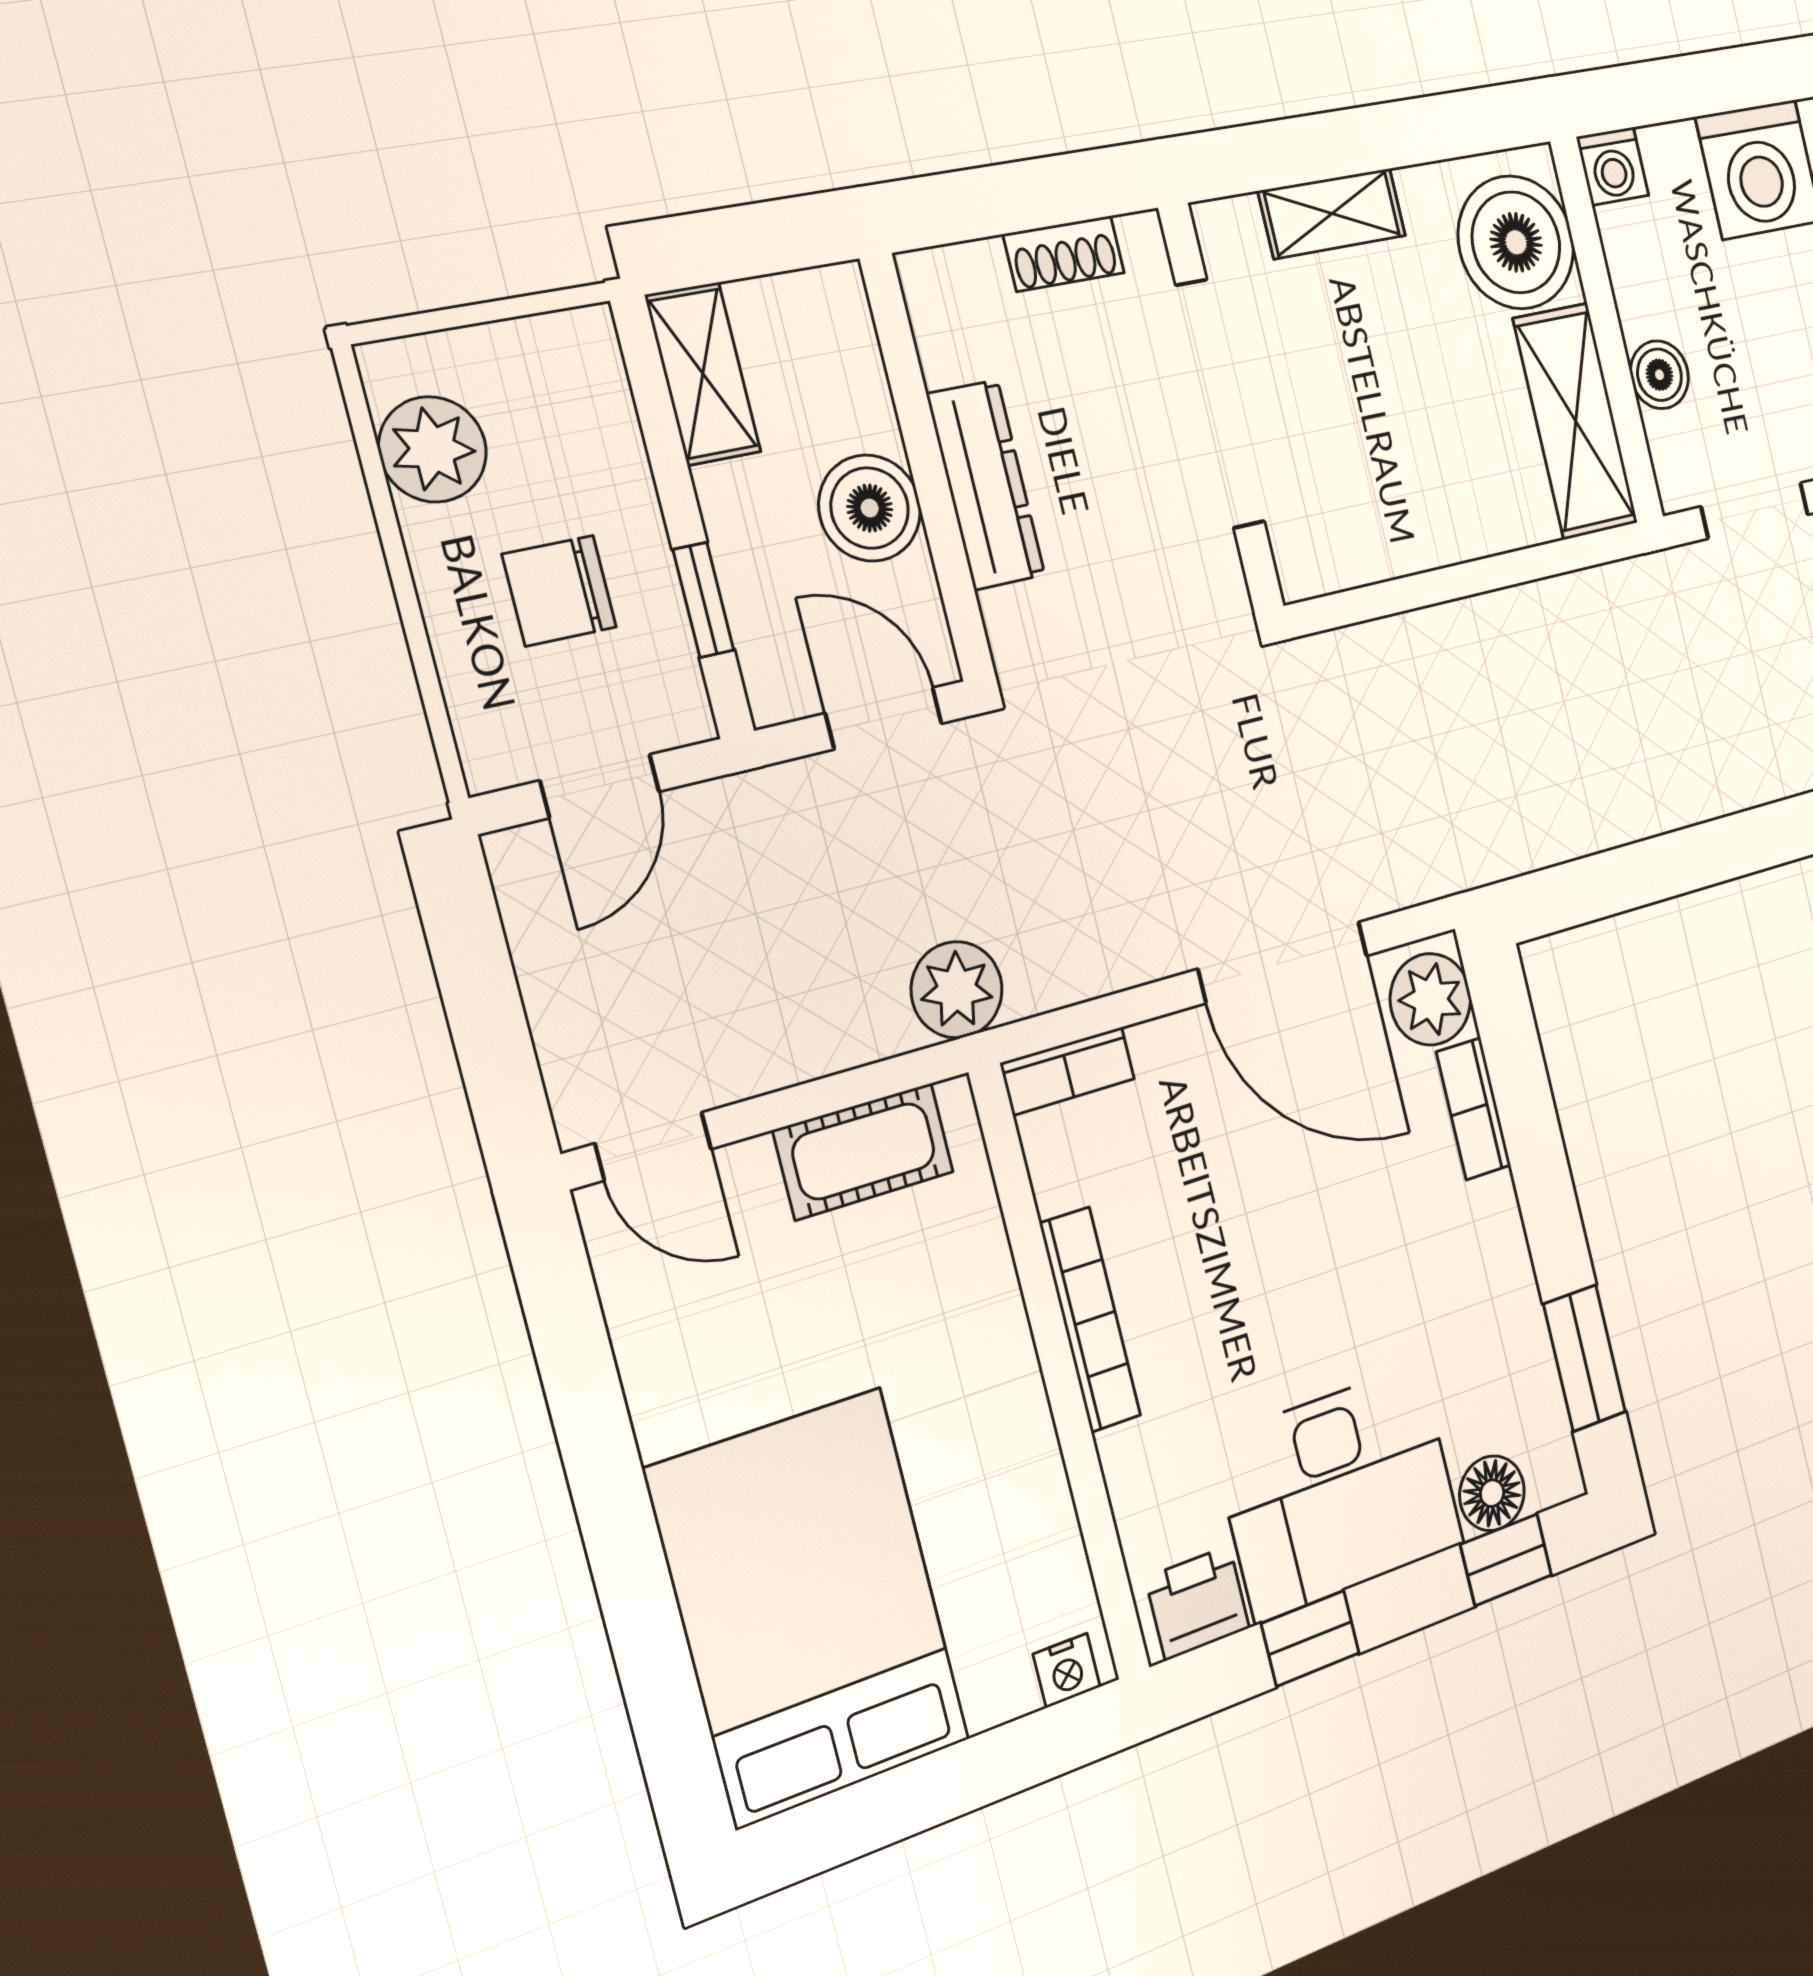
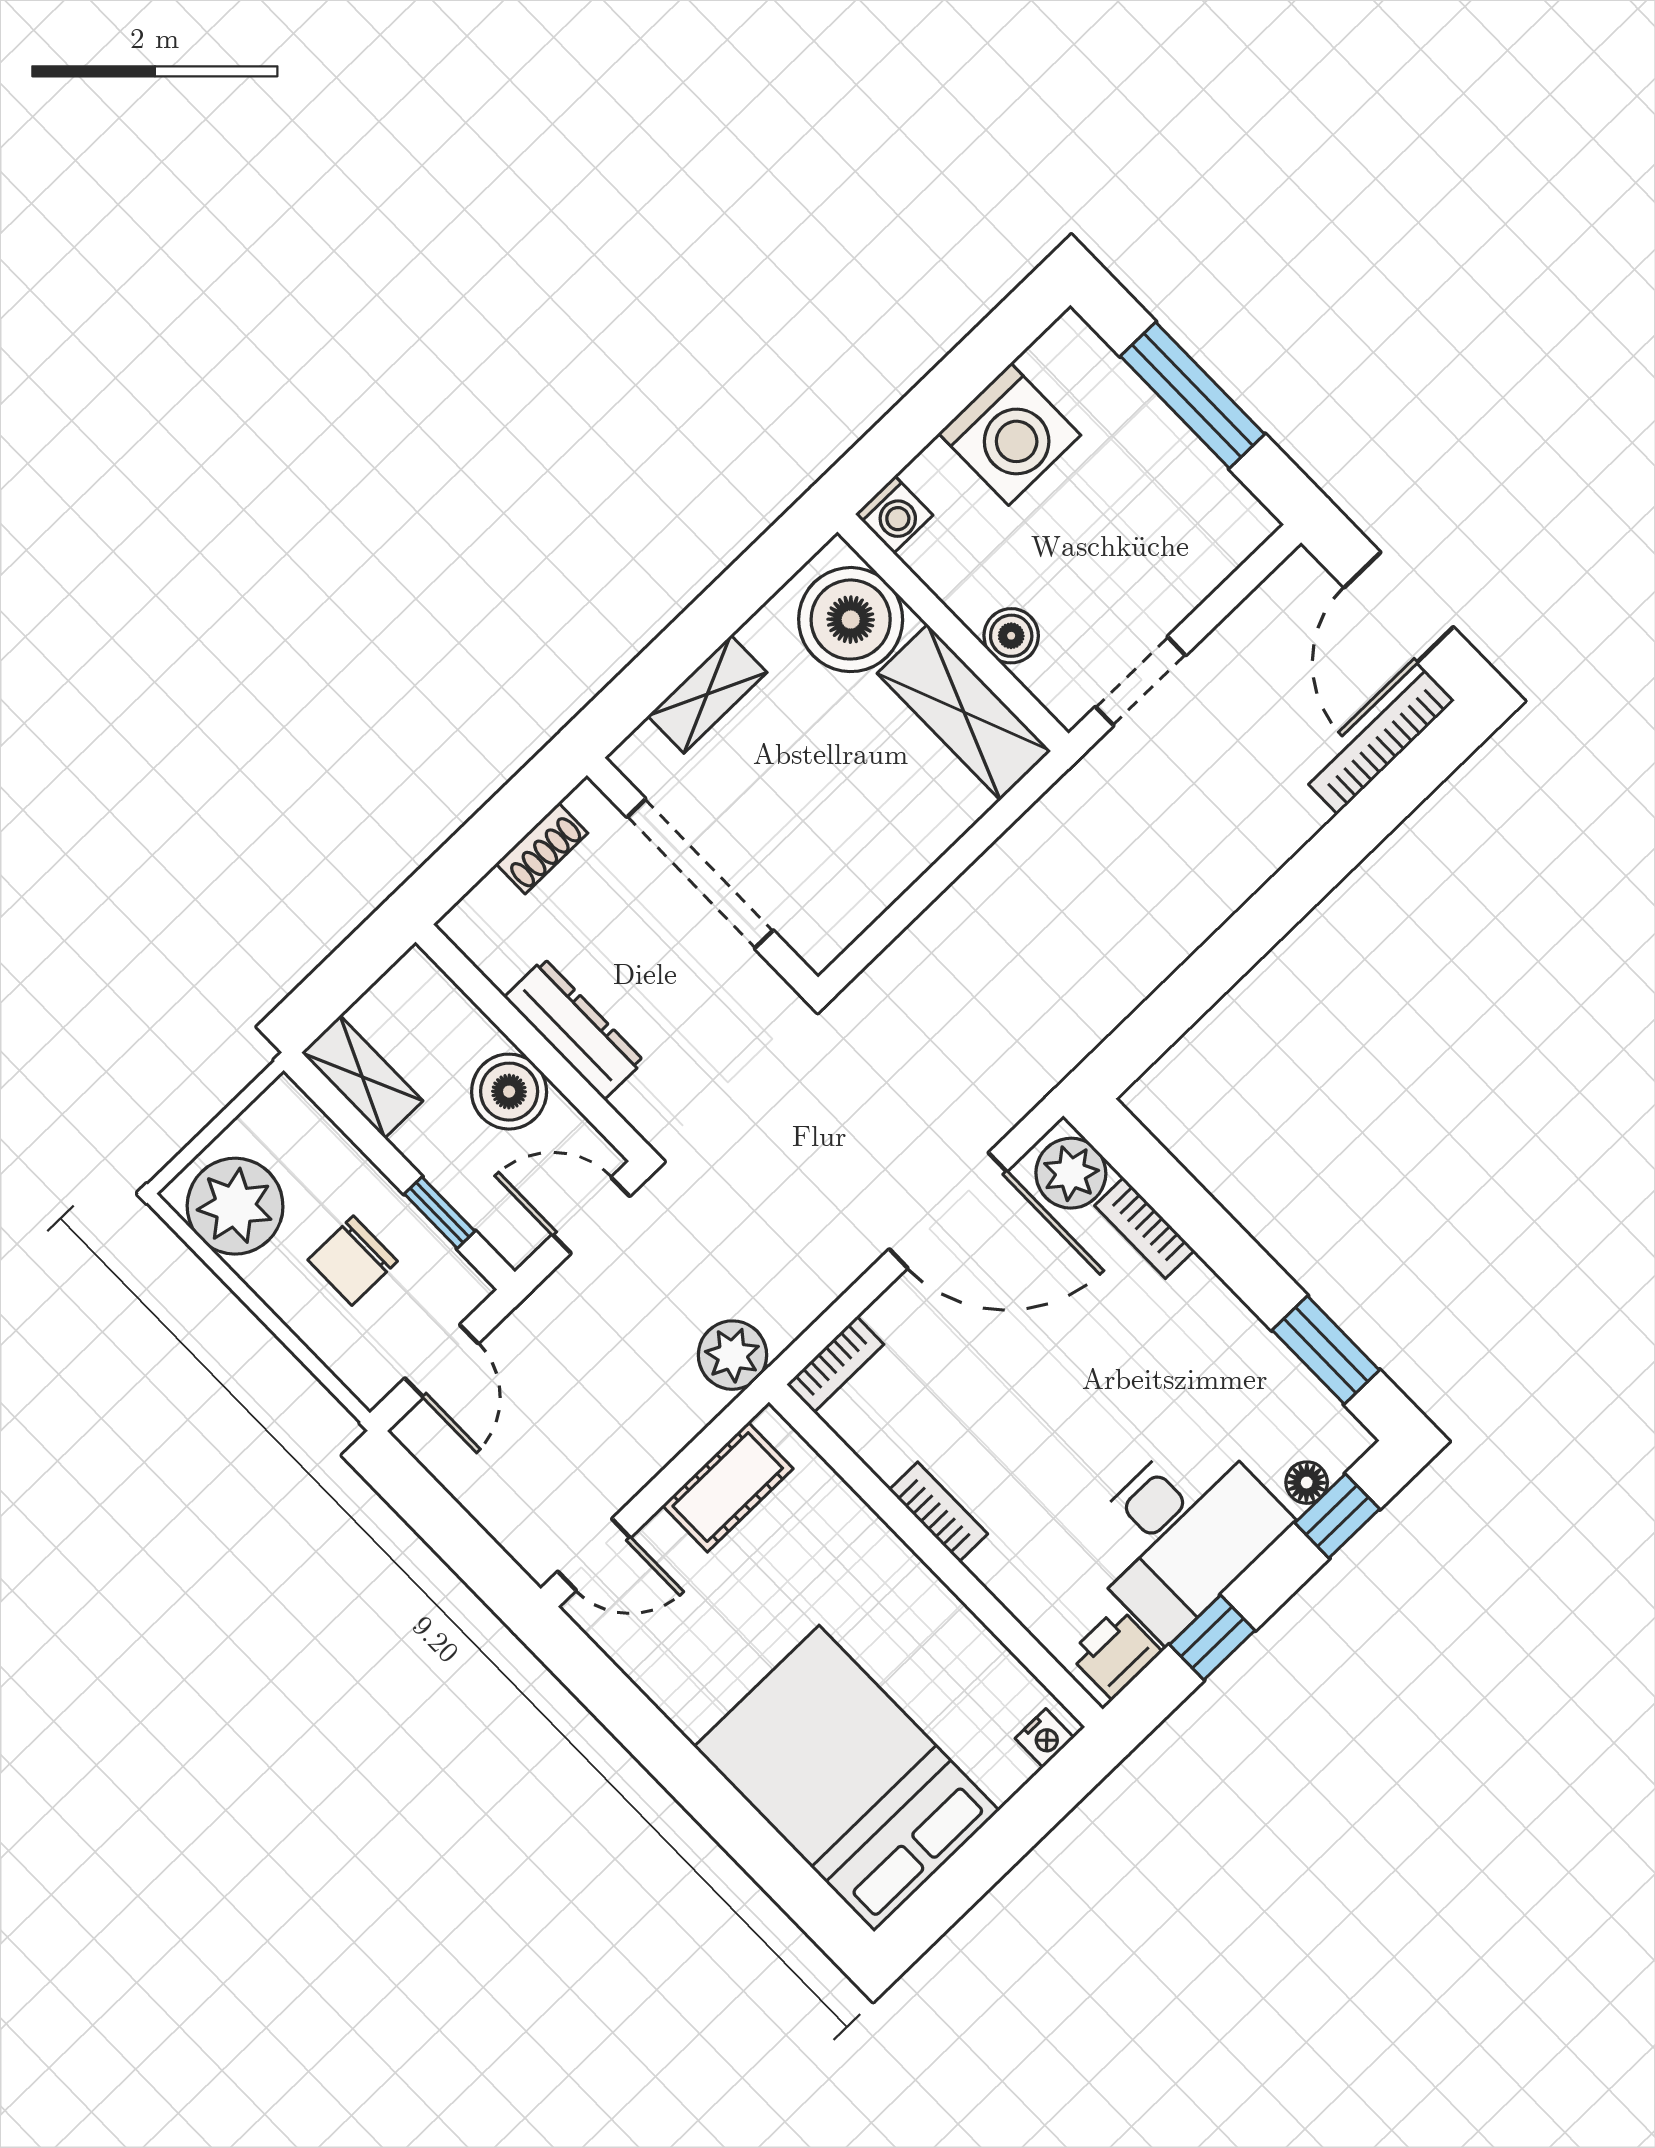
plant: (433, 449) -> (235, 1206), width x1.36, depth x1.36
bookcase: (1090, 1320) -> (938, 1512), width x0.64
floor lamp: (1492, 1493) -> (1307, 1483), width x0.73, depth x0.73

